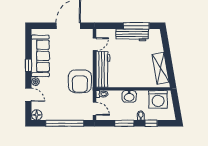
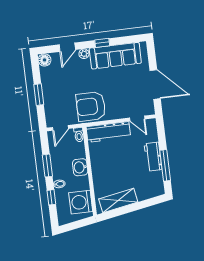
workbench: (132, 35) -> (153, 157), width x0.73
window: (65, 123) -> (39, 95), width x0.47

